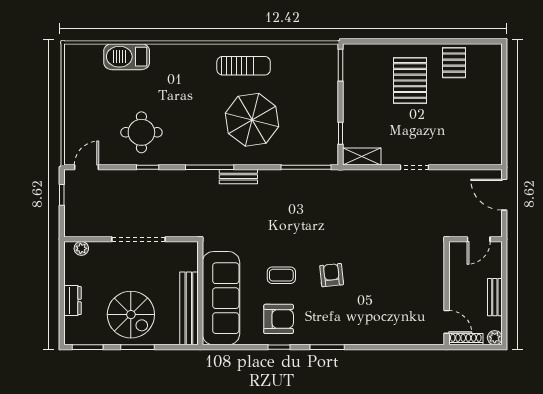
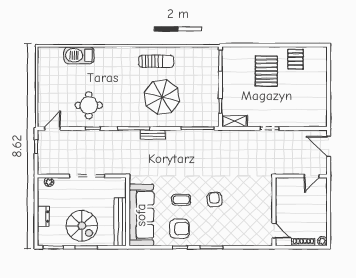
wall: (447, 293) -> (274, 212), moved
bench: (495, 297) -> (322, 214), removed
door: (447, 322) -> (274, 231), moved

